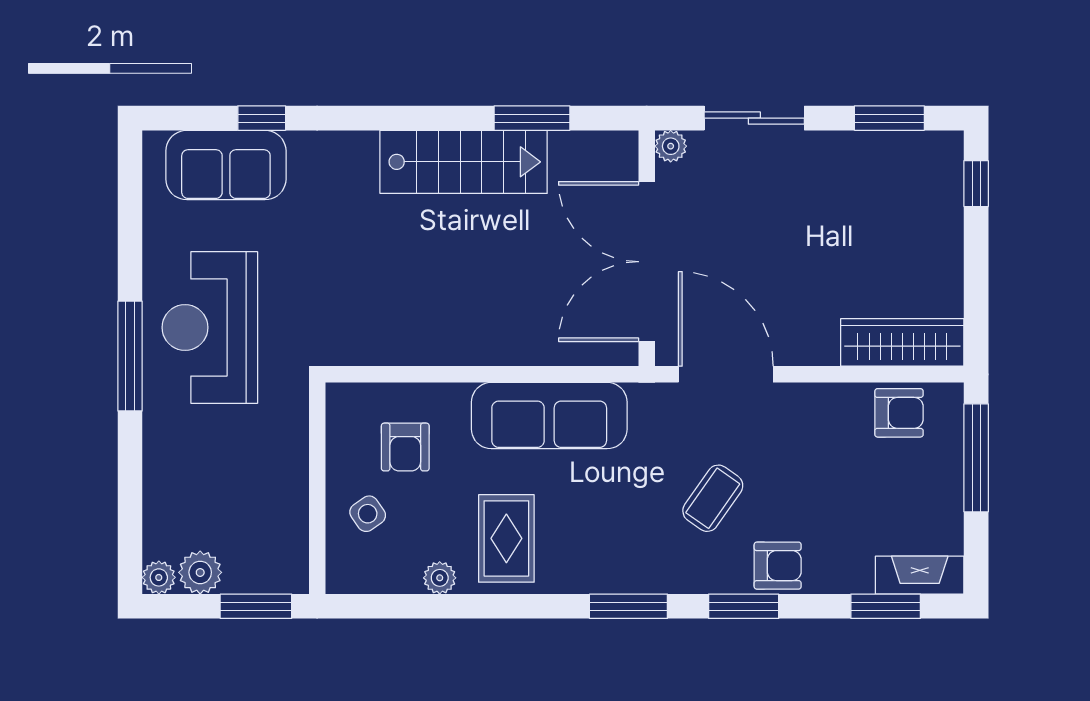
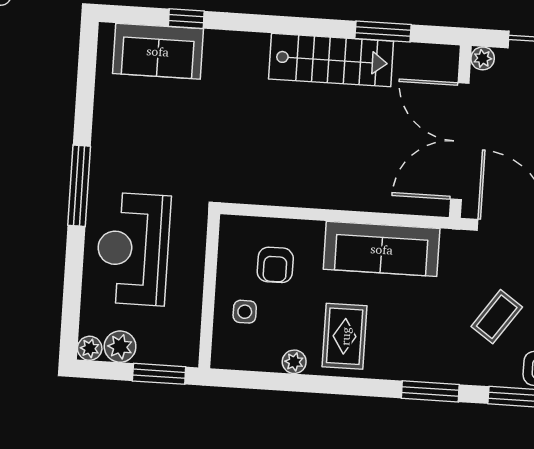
reception desk: (210, 327) -> (133, 249), moved
side table: (368, 514) -> (245, 312), turned 35

